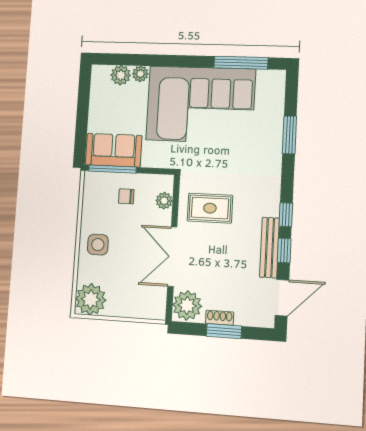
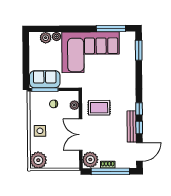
window: (289, 135) -> (139, 50), moved
window: (224, 331) -> (110, 171), width x2.11

